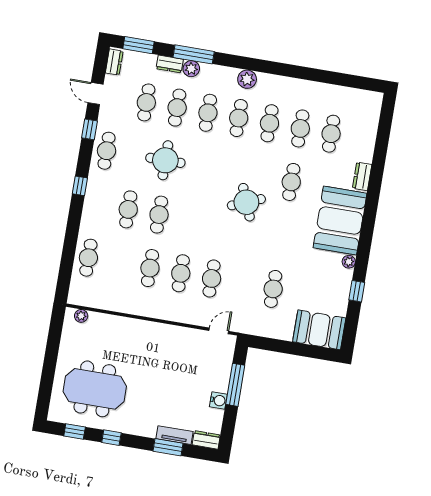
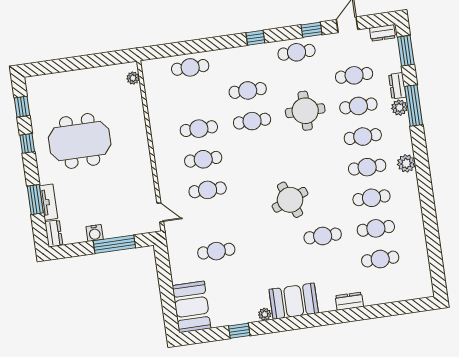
booth: (340, 221) -> (294, 301), width x0.73, depth x0.70
meeting table: (95, 389) -> (80, 141), moved, turned 90

